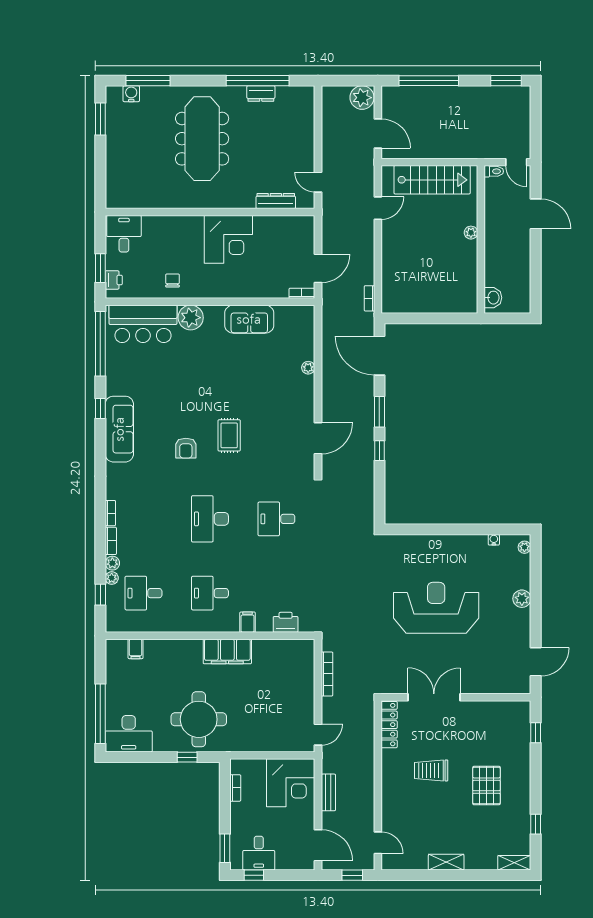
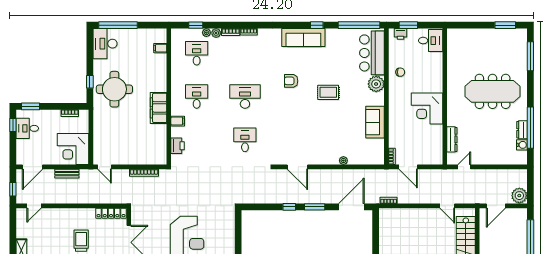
water cooler: (131, 94) -> (522, 145), moved
rug: (229, 435) -> (328, 92), moved

